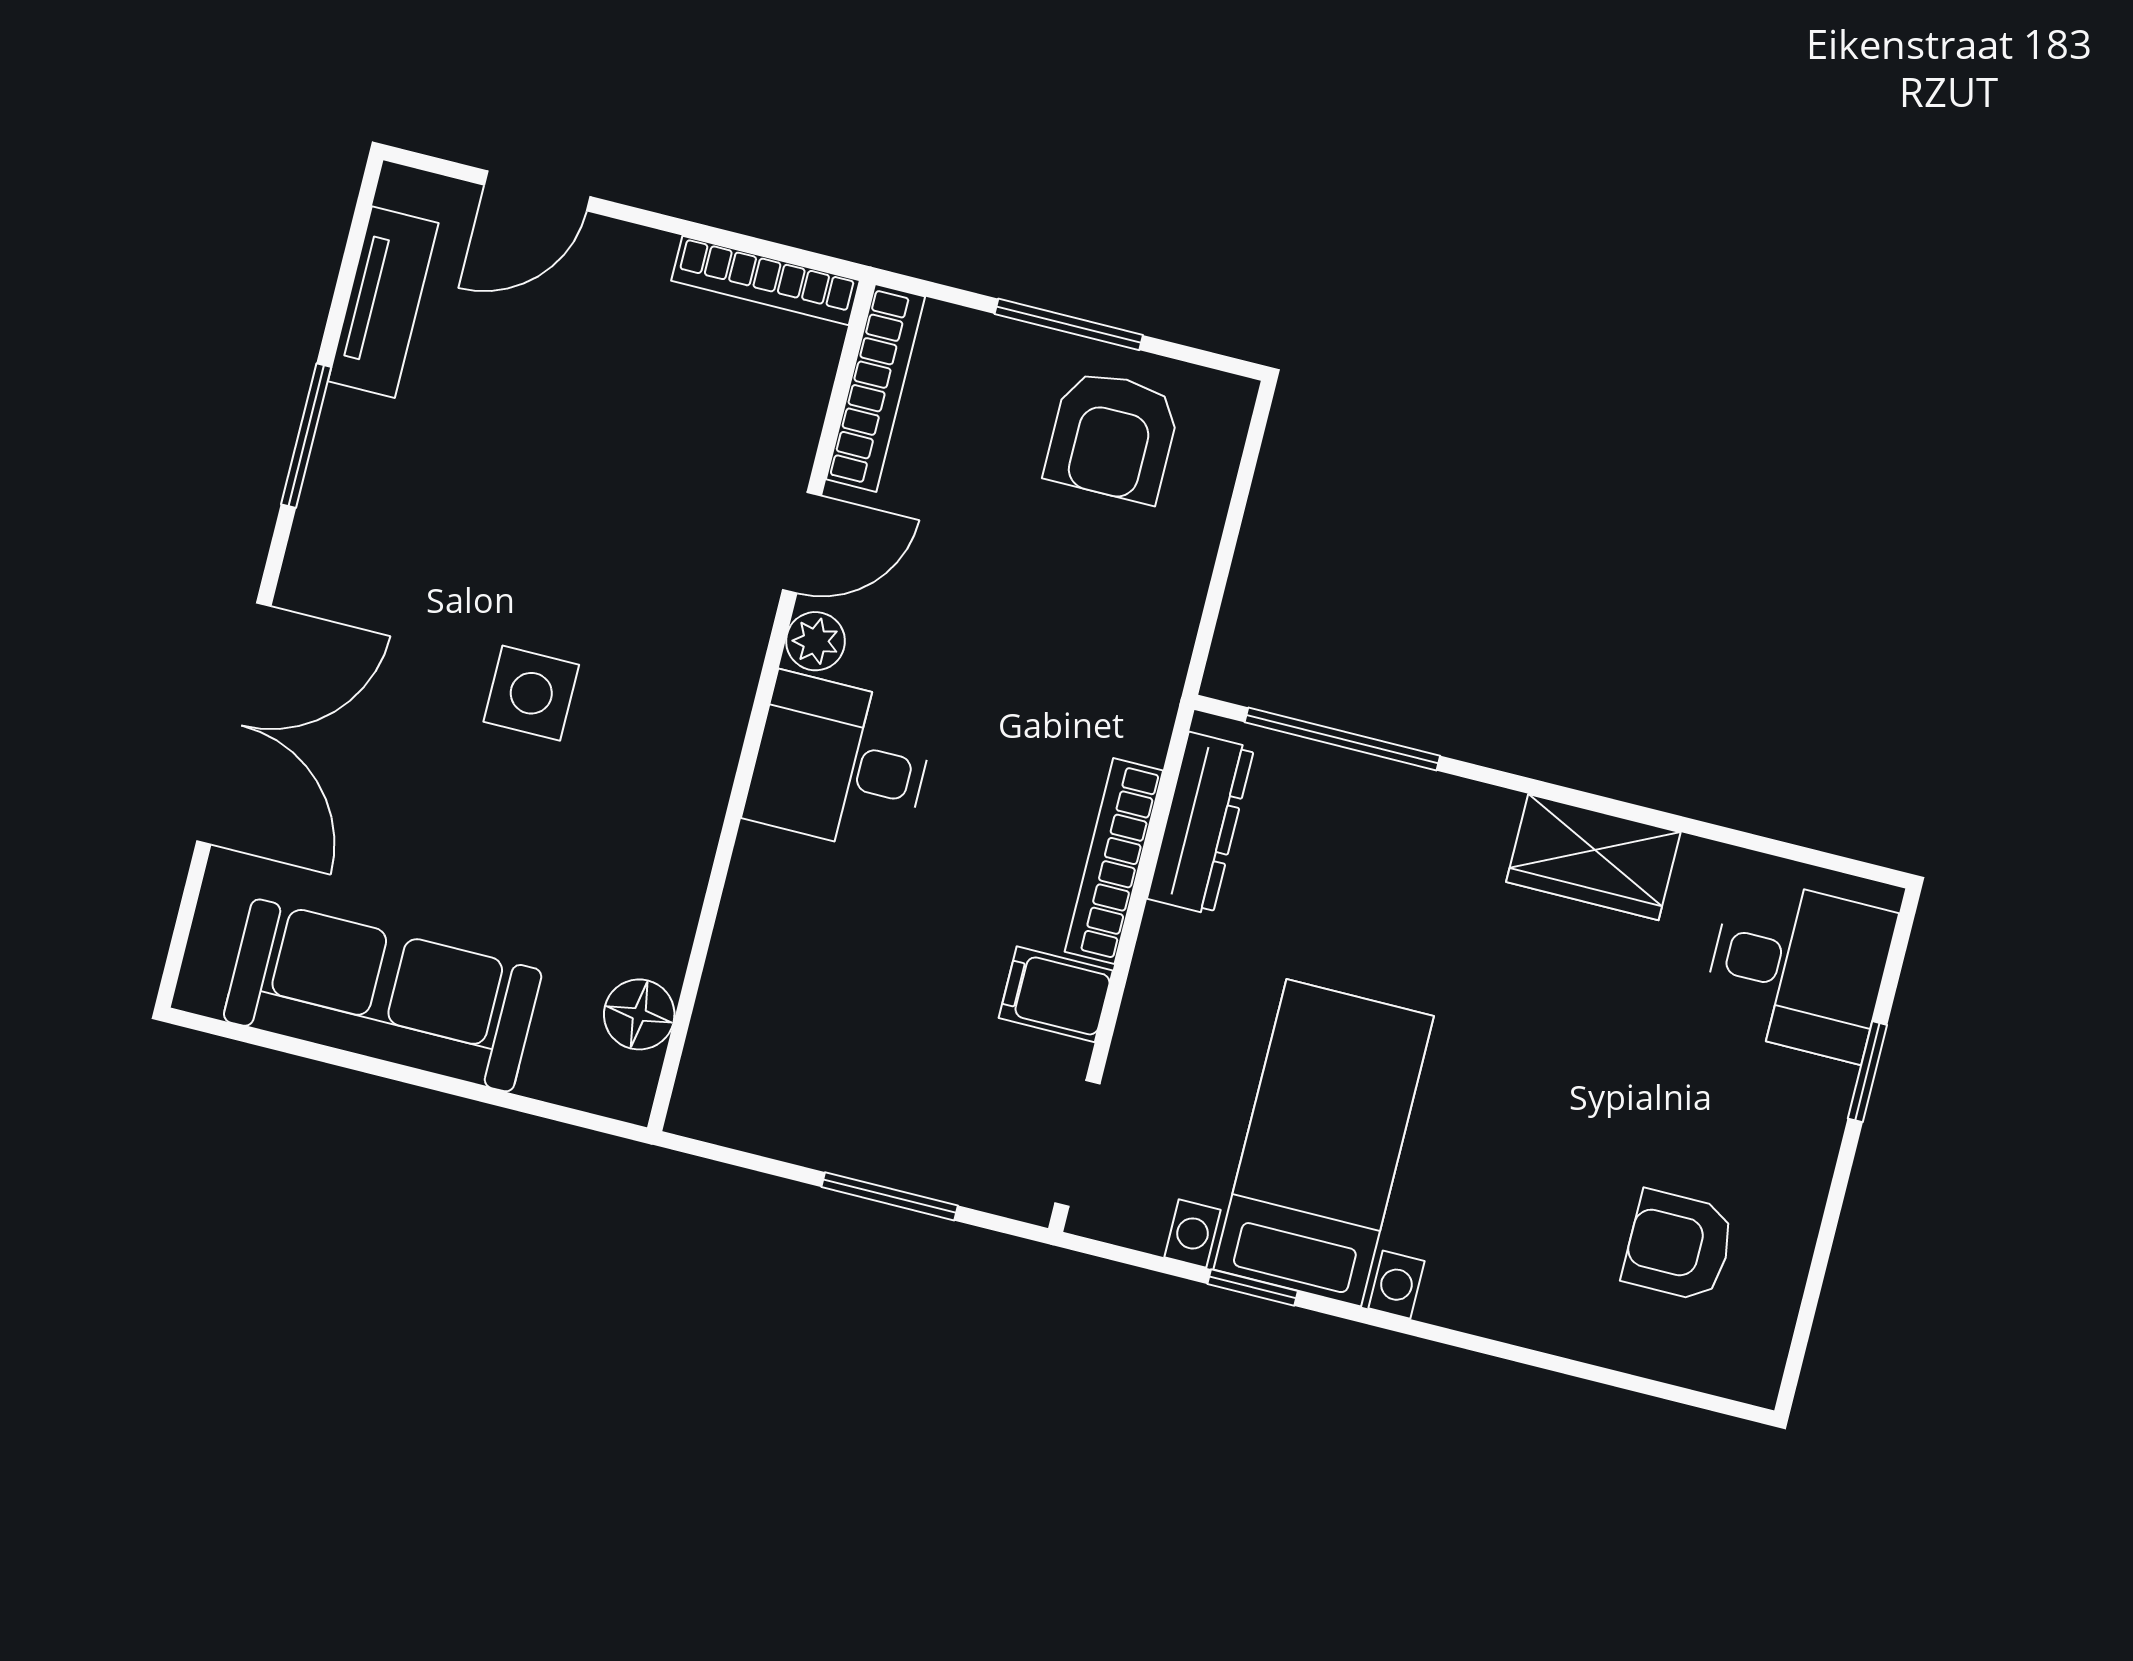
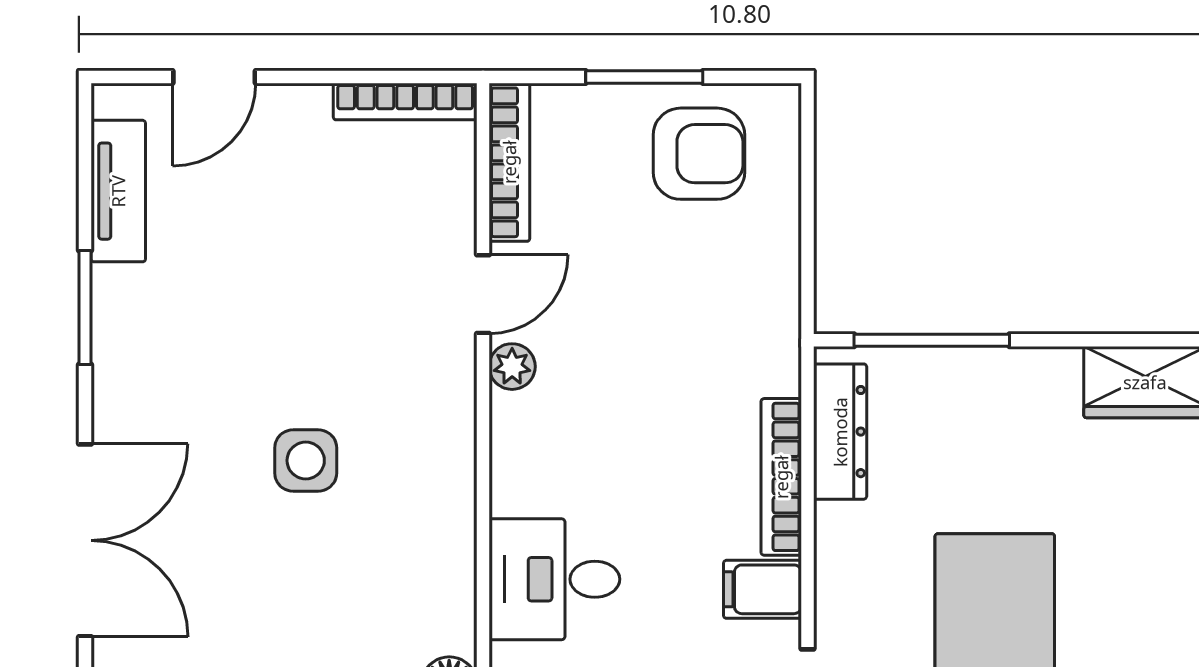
armchair: (1112, 436) -> (699, 154), turned -90
desk: (840, 764) -> (554, 579), moved

